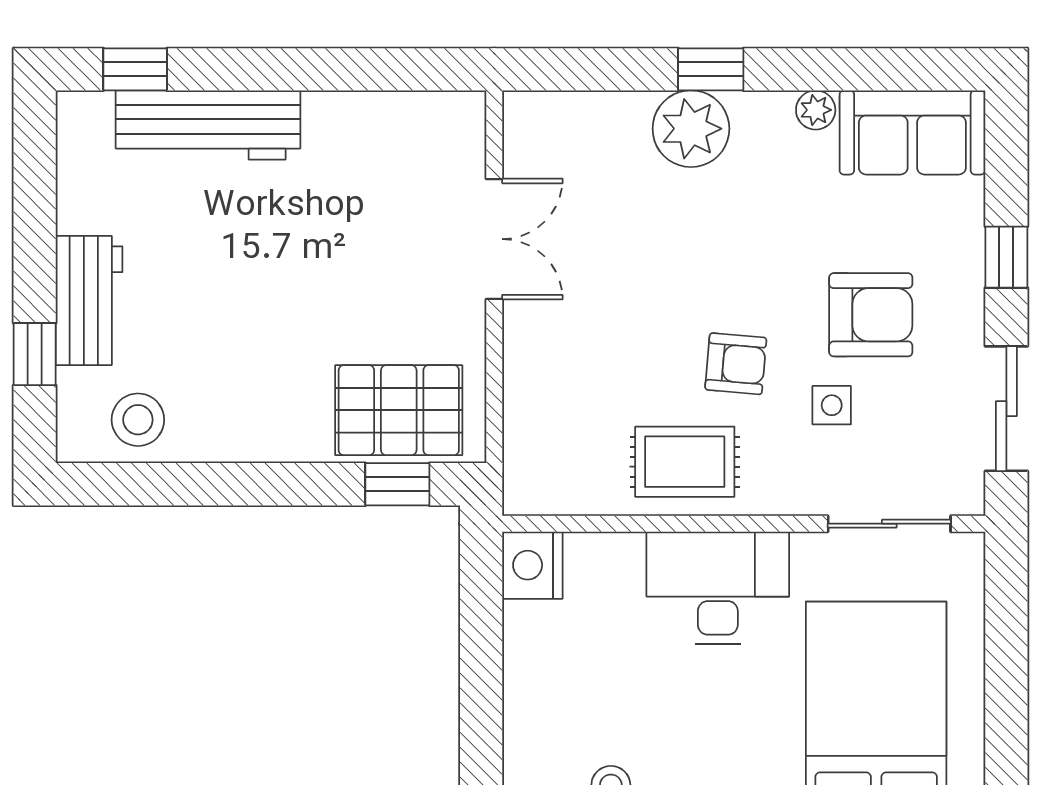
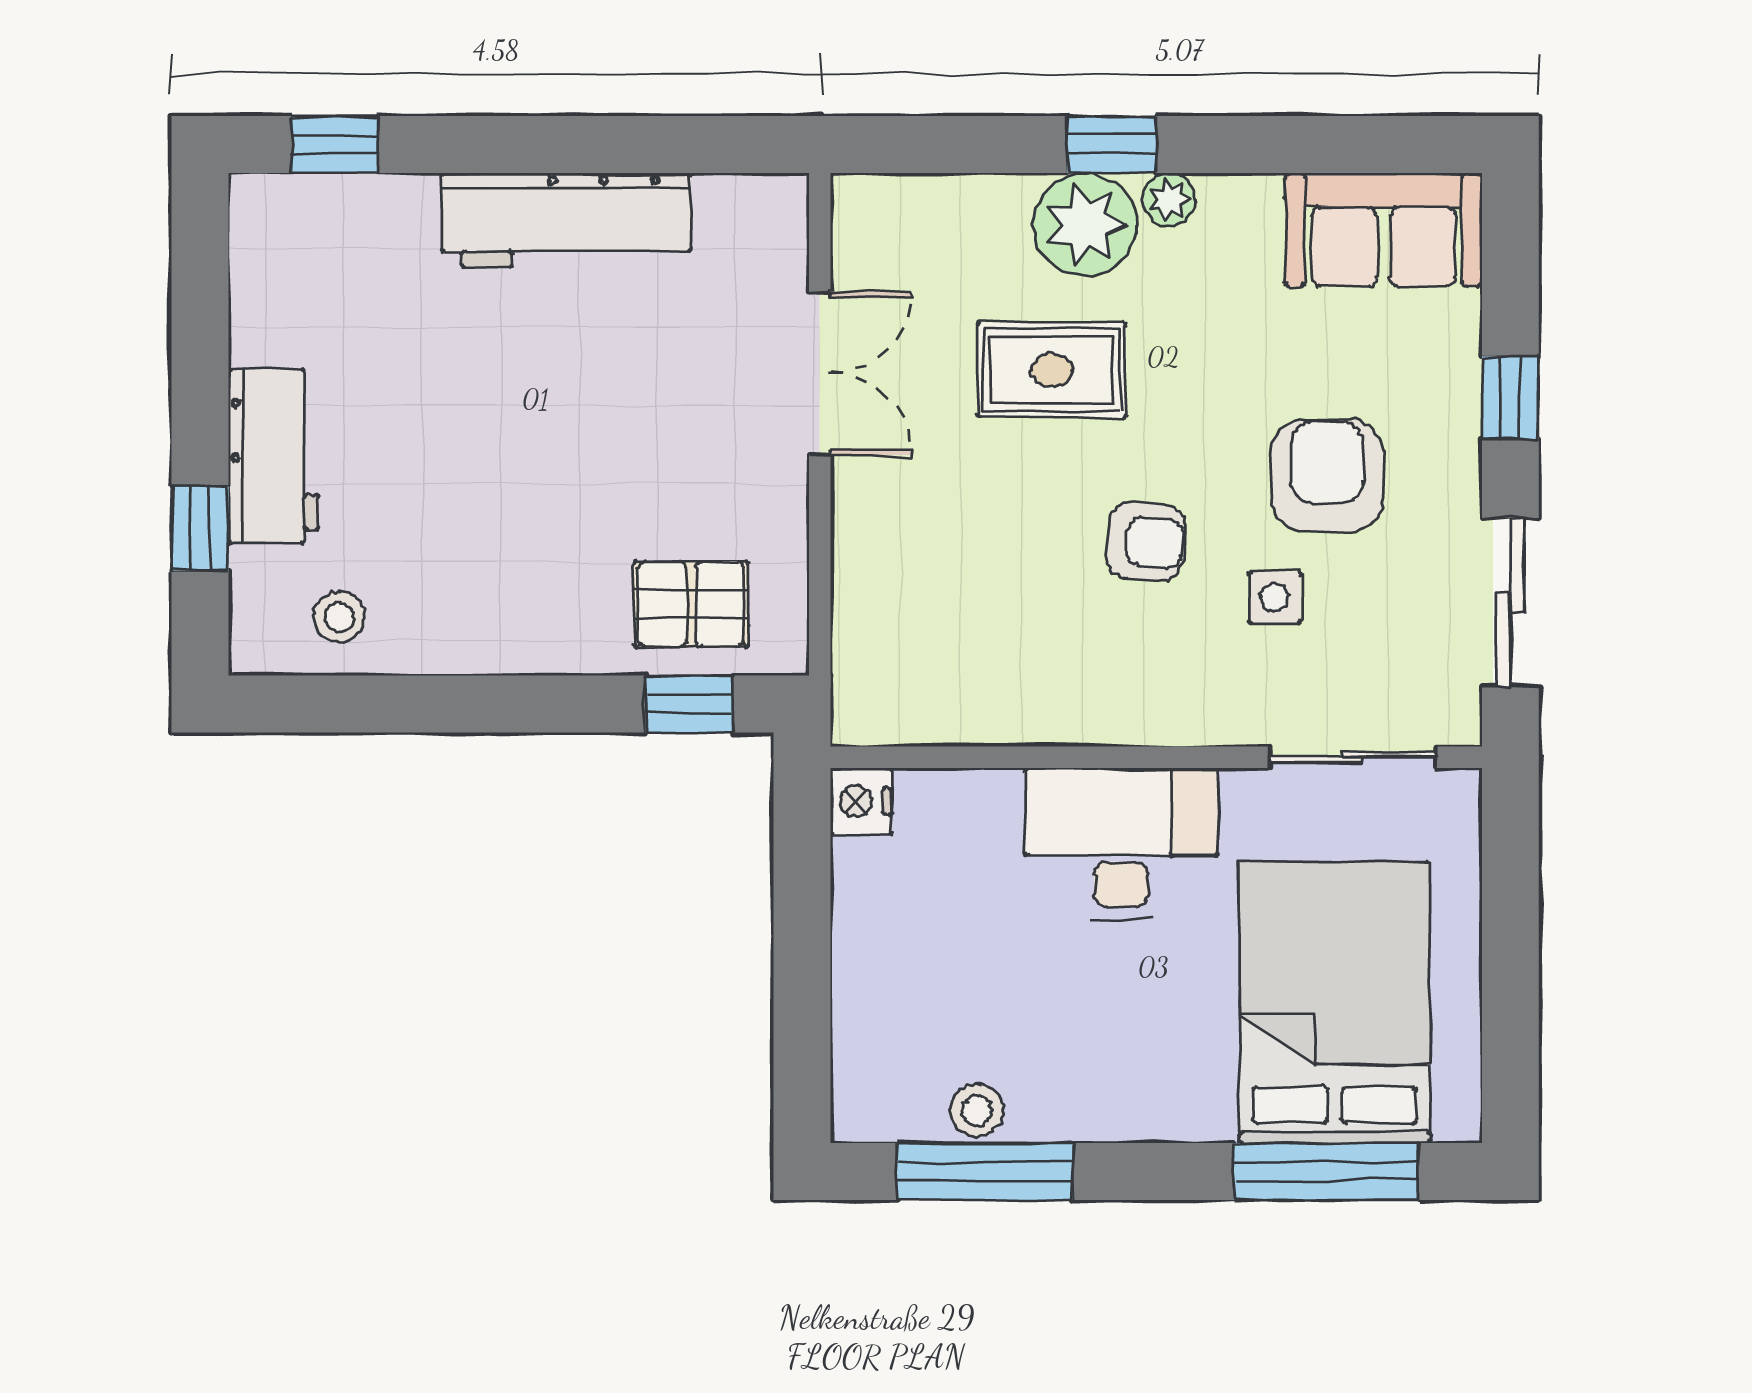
plant: (816, 110) -> (1169, 199), moved
workbench: (208, 125) -> (566, 220), moved
armchair: (871, 315) -> (1327, 476), turned -90
pallet: (399, 410) -> (691, 604), width x0.67, depth x0.71
stool: (138, 420) -> (339, 617), width x0.73, depth x0.73
rug: (685, 462) -> (1052, 370), moved
nightstand: (532, 565) -> (861, 801), width x0.74, depth x0.75

